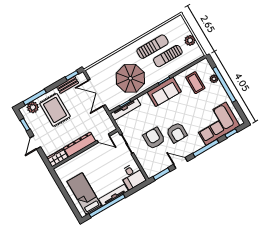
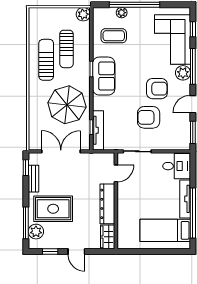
plant: (190, 40) -> (83, 14), moved
double door: (97, 93) -> (61, 151), swing flipped
plant: (198, 144) -> (183, 73), added

